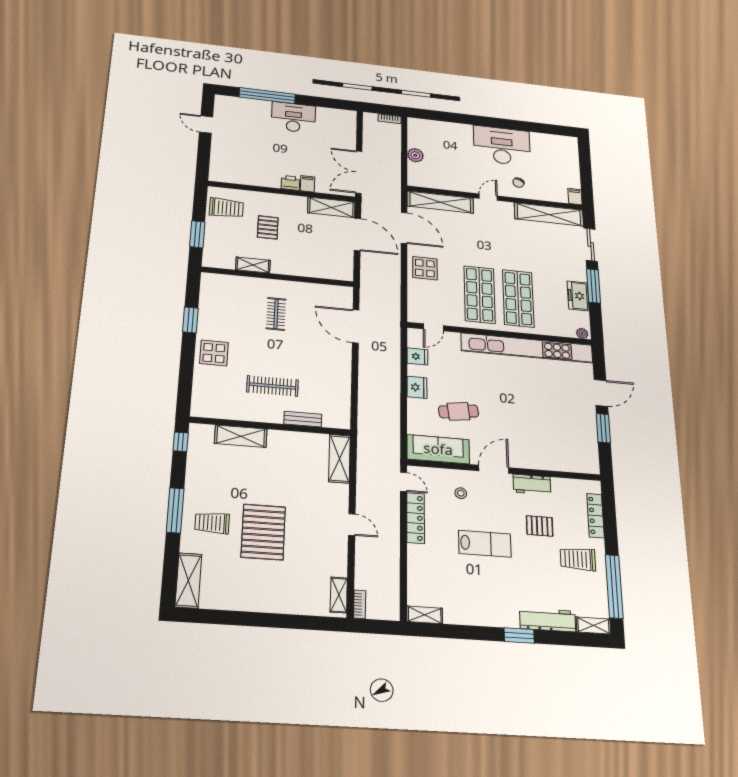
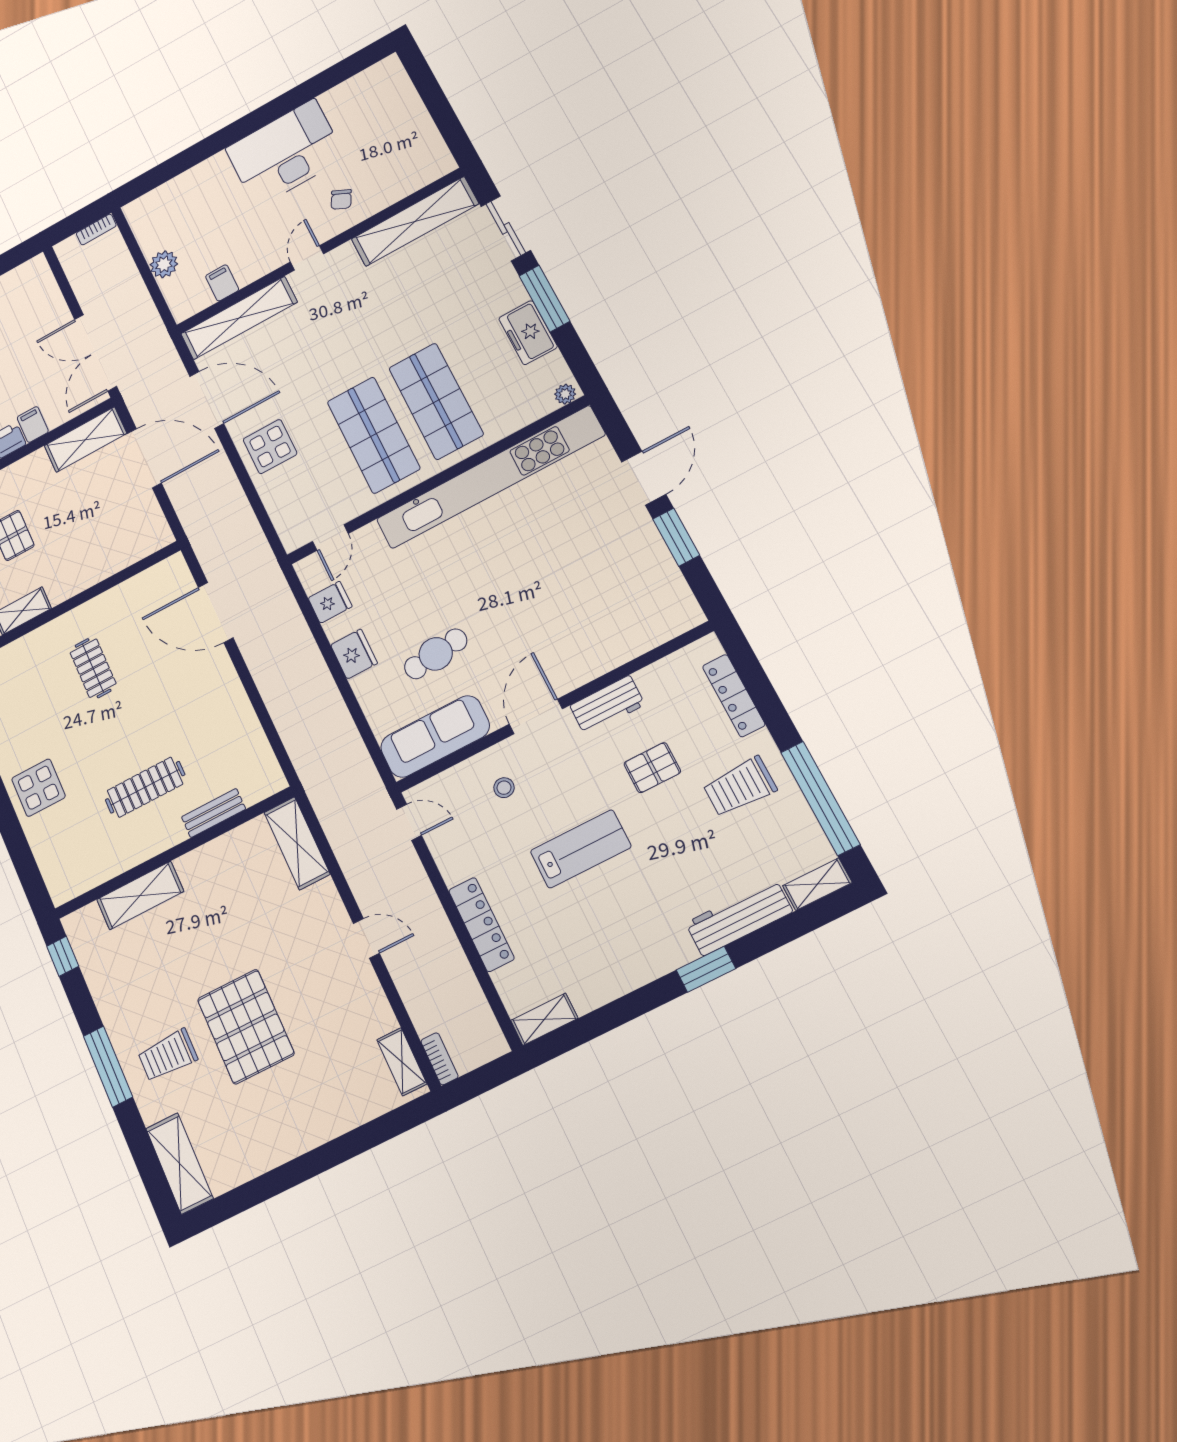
filing cabinet: (575, 197) -> (222, 283), moved
locker: (416, 518) -> (481, 924), moved

